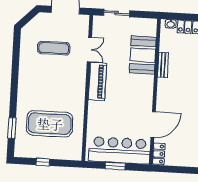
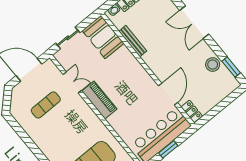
booth: (143, 55) -> (103, 37), moved
bench: (163, 65) -> (133, 41), width x1.36

